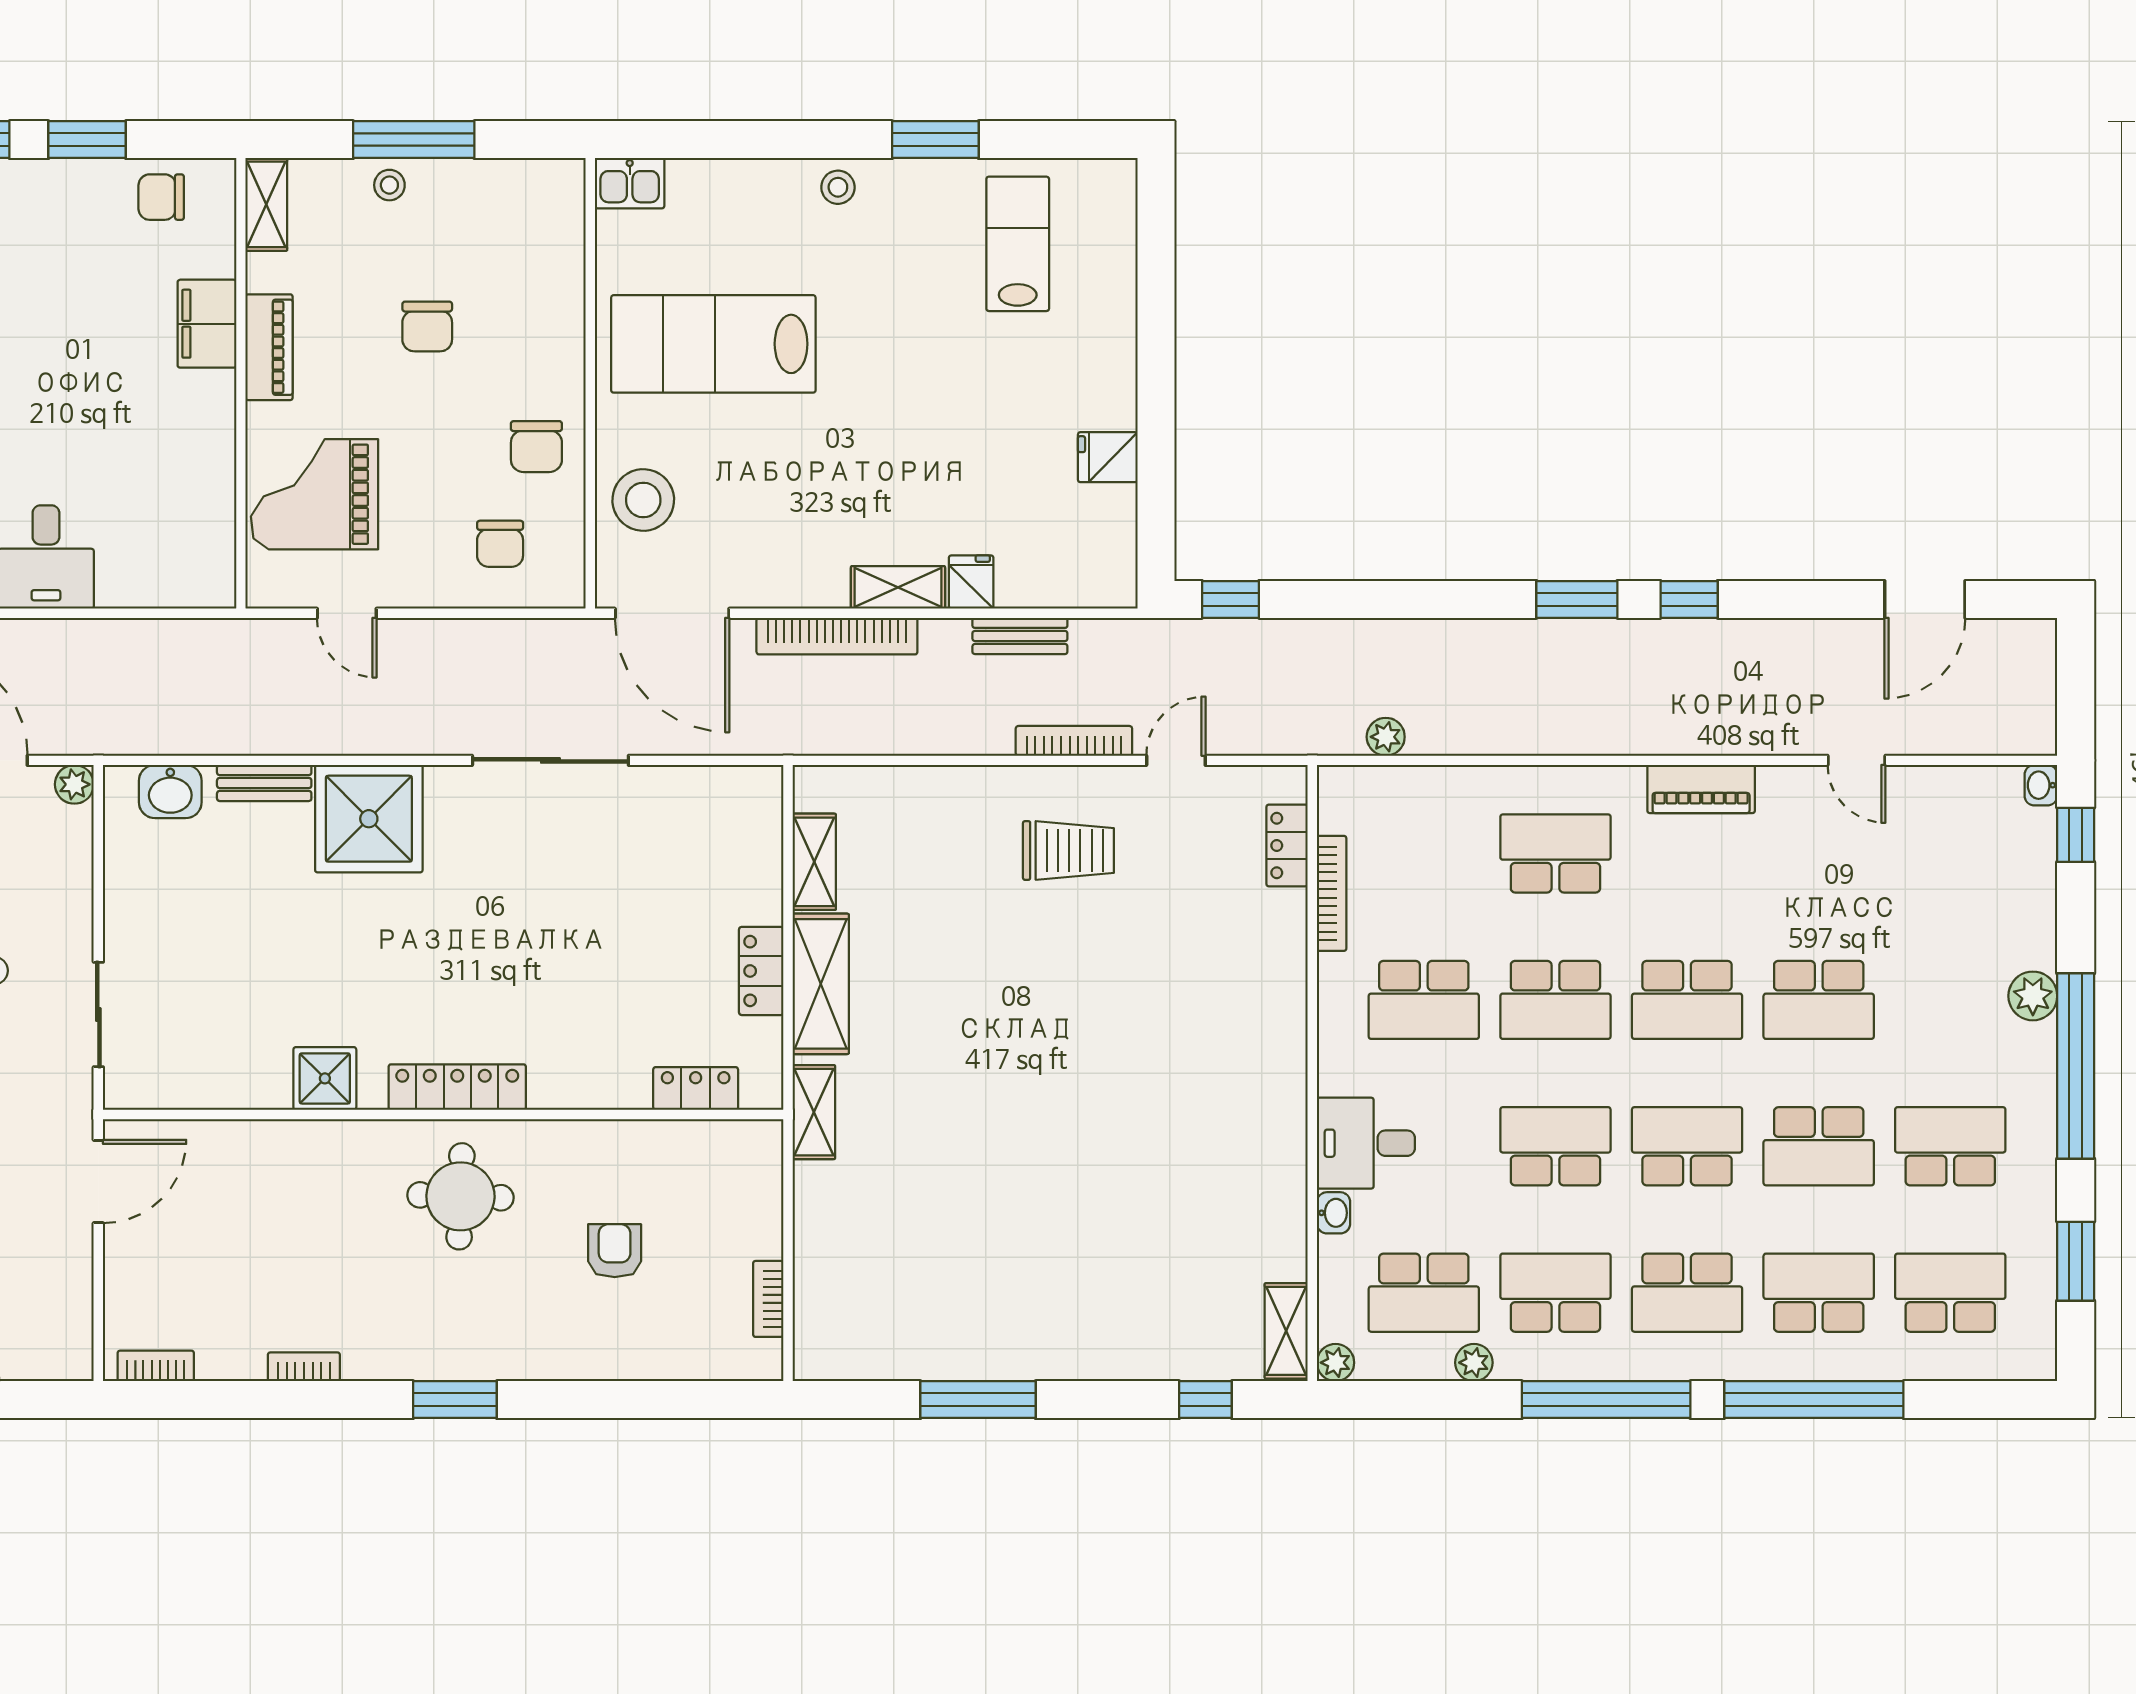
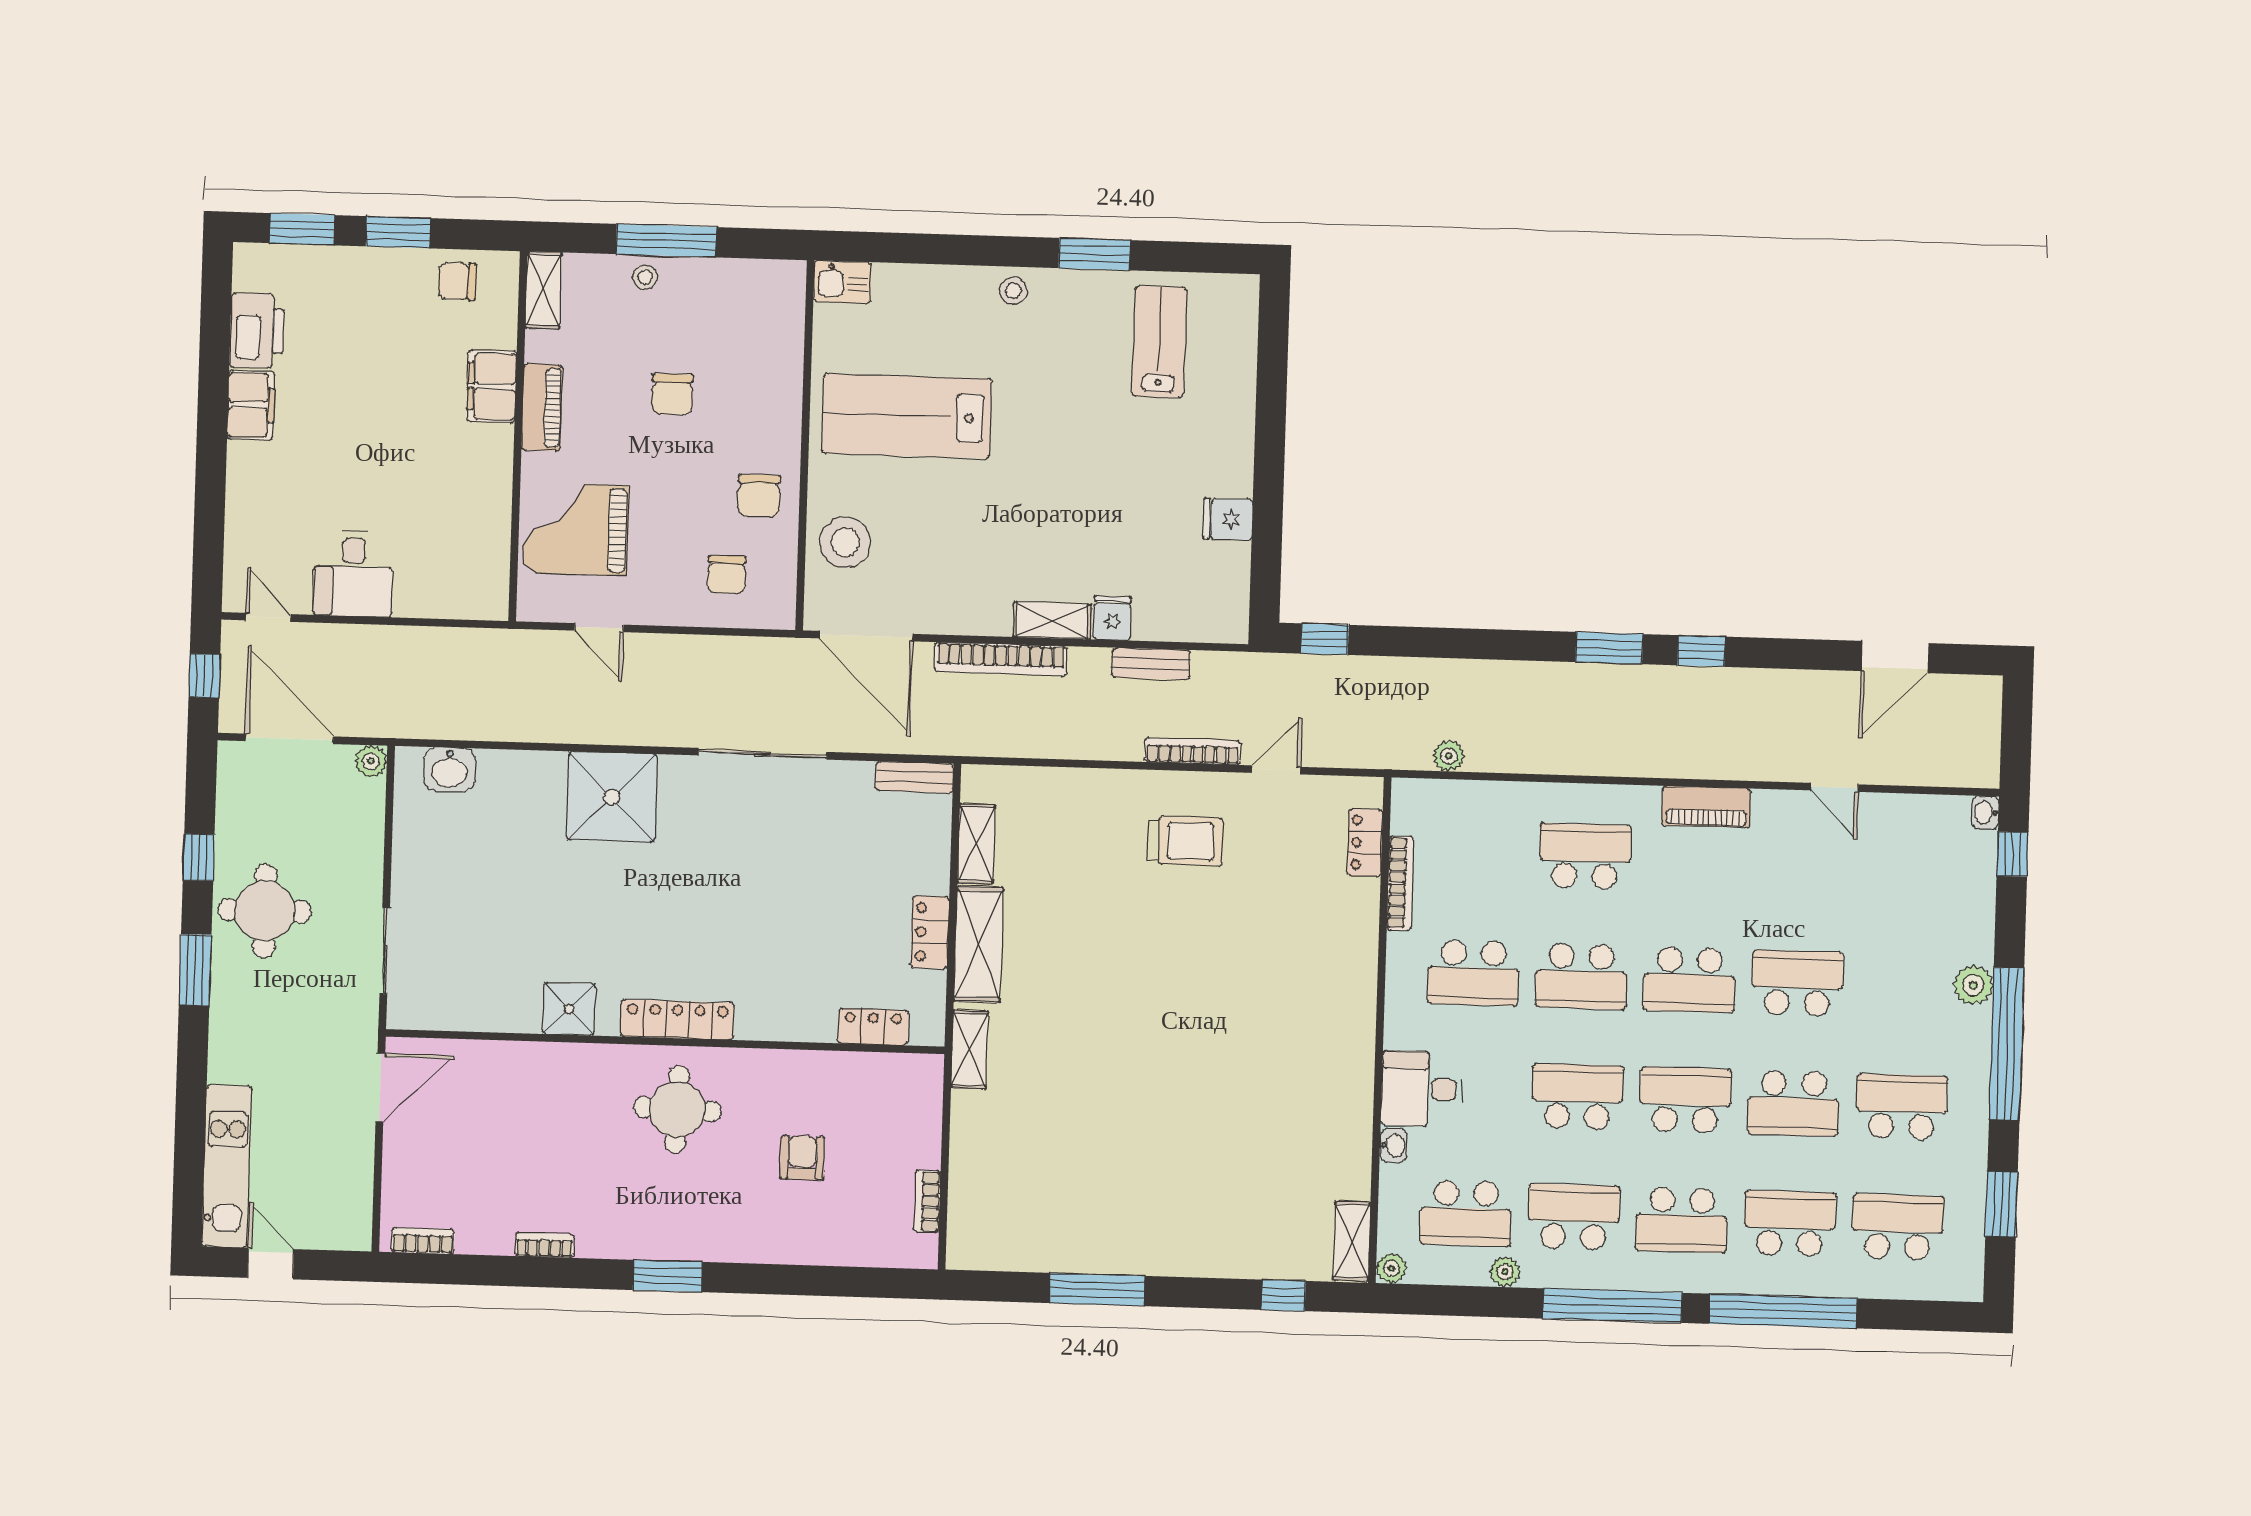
bench: (264, 783) -> (914, 777), moved
school desk: (1819, 1000) -> (1797, 983), turned 180

